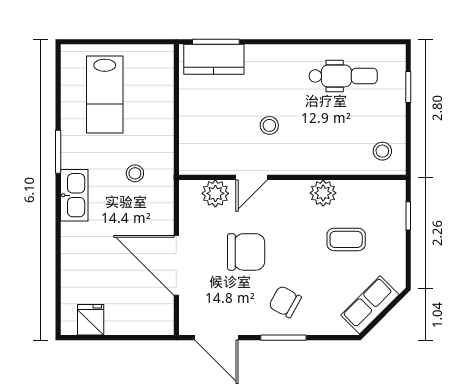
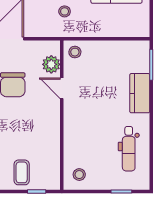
kitchen counter: (214, 59) -> (140, 93), moved
stool: (269, 125) -> (75, 52), moved
plant: (323, 193) -> (52, 135), removed
coffee table: (346, 239) -> (22, 172), moved

